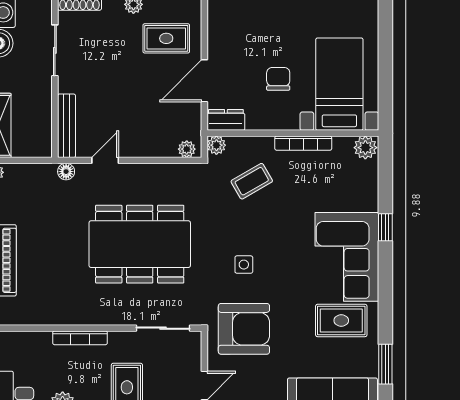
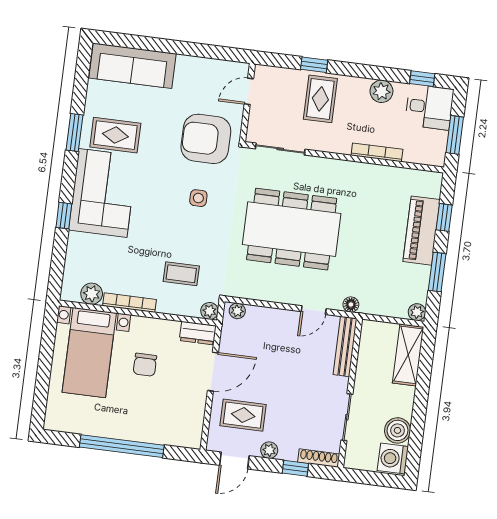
plant: (365, 148) -> (92, 294), moved
coffee table: (252, 181) -> (181, 274), turned 30
bookcase: (80, 338) -> (377, 152), moved
window: (385, 364) -> (75, 132), moved

